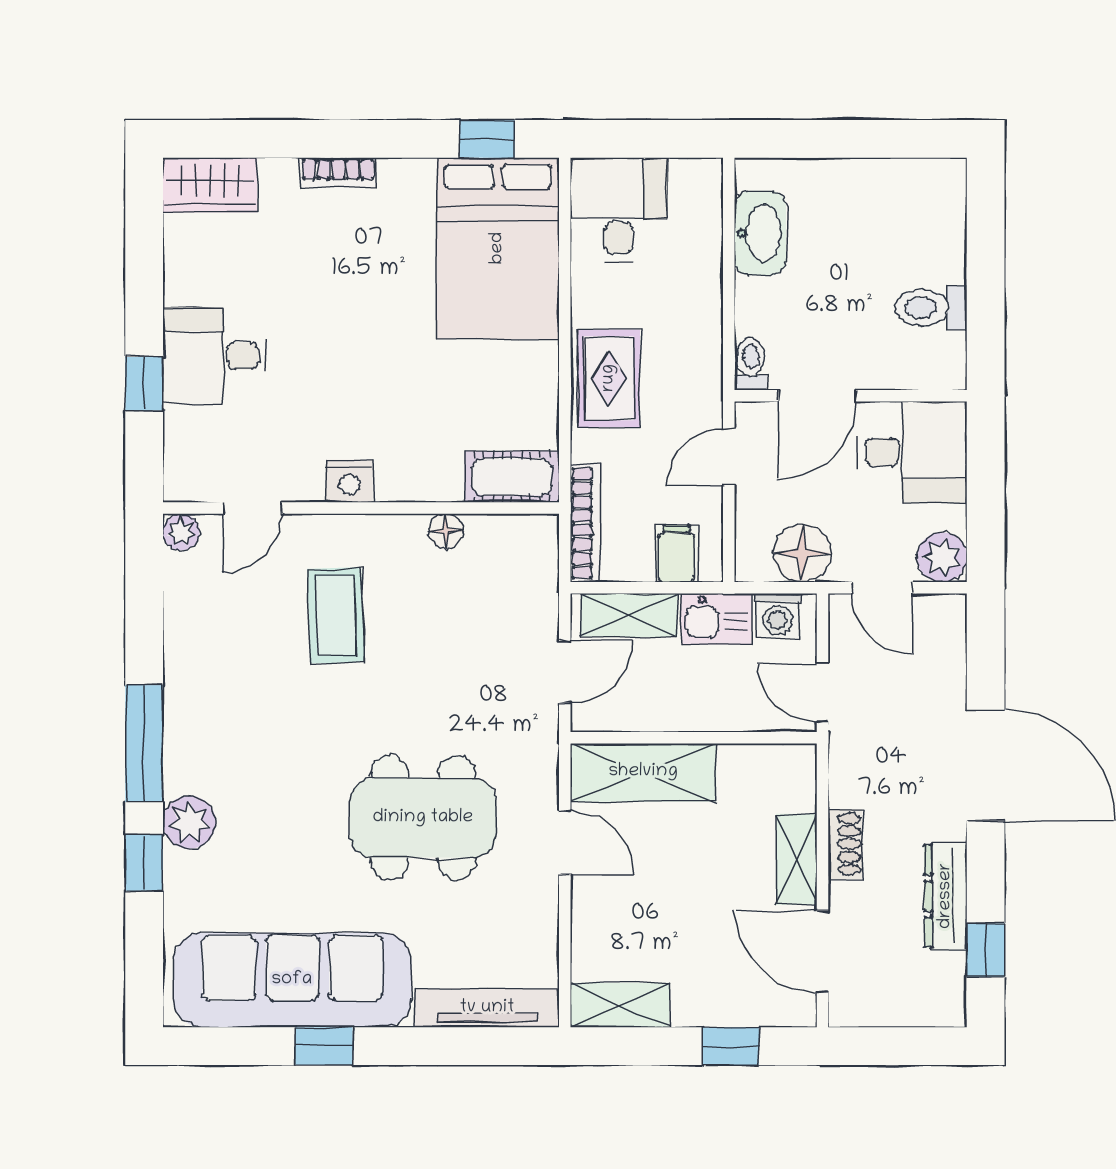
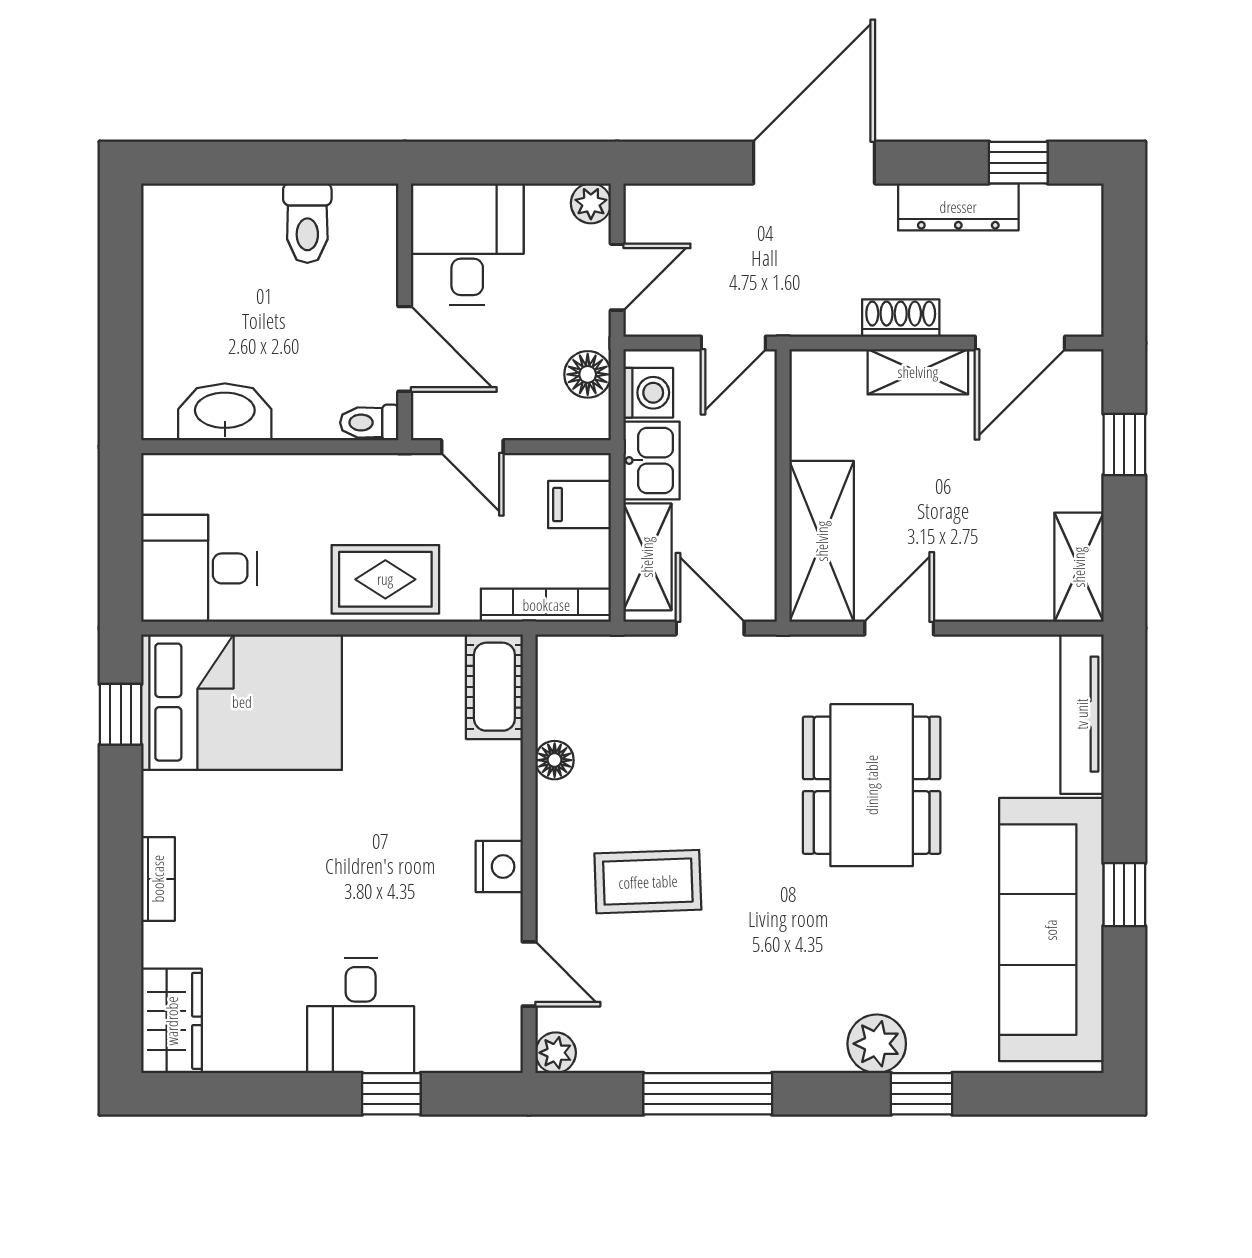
floor lamp: (802, 553) -> (588, 374), width x0.73, depth x0.73
plant: (942, 557) -> (591, 203), width x0.73, depth x0.73
window: (144, 744) -> (708, 1094), moved

